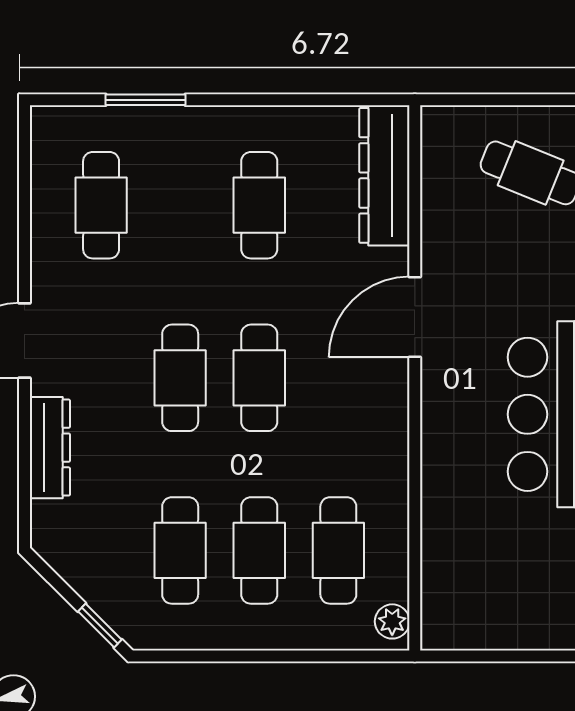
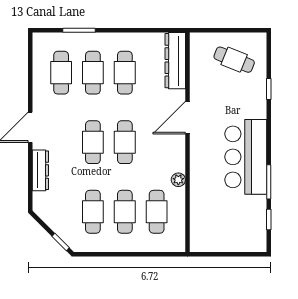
cafe table: (180, 205) -> (93, 73), added
plant: (392, 621) -> (178, 180), moved

